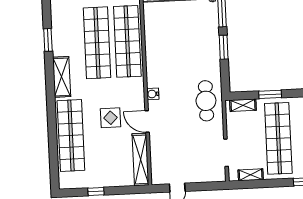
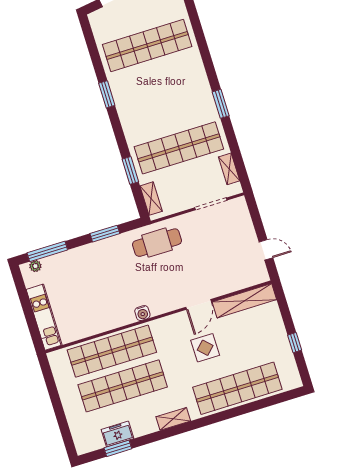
freezer: (59, 29) -> (117, 434), added
window: (48, 40) -> (118, 448), moved
window: (224, 47) -> (105, 234), moved
shelving: (62, 77) -> (173, 419), width x0.67, depth x0.75
water cooler: (153, 94) -> (142, 313), moved

